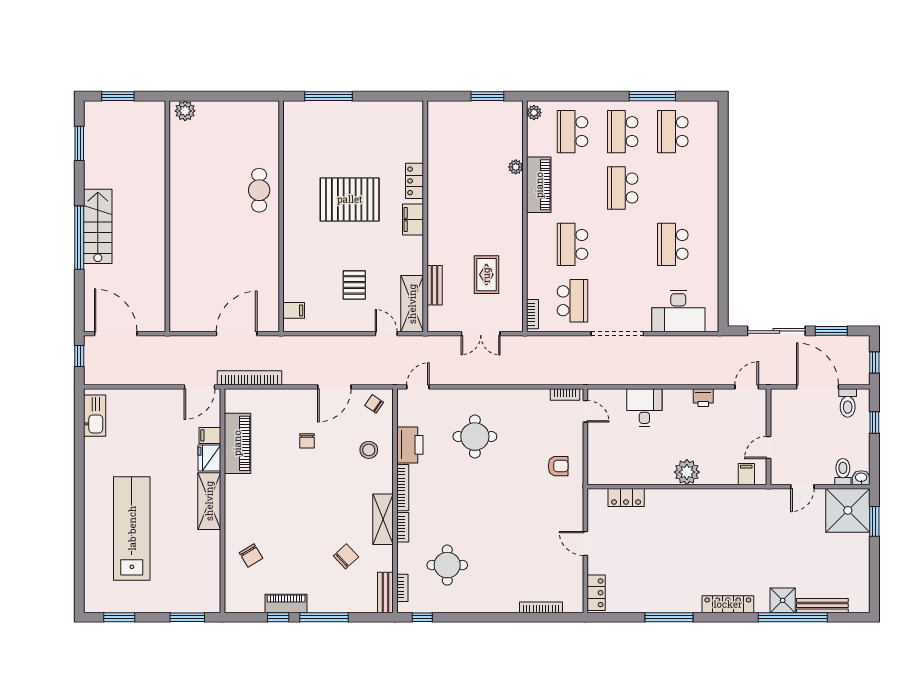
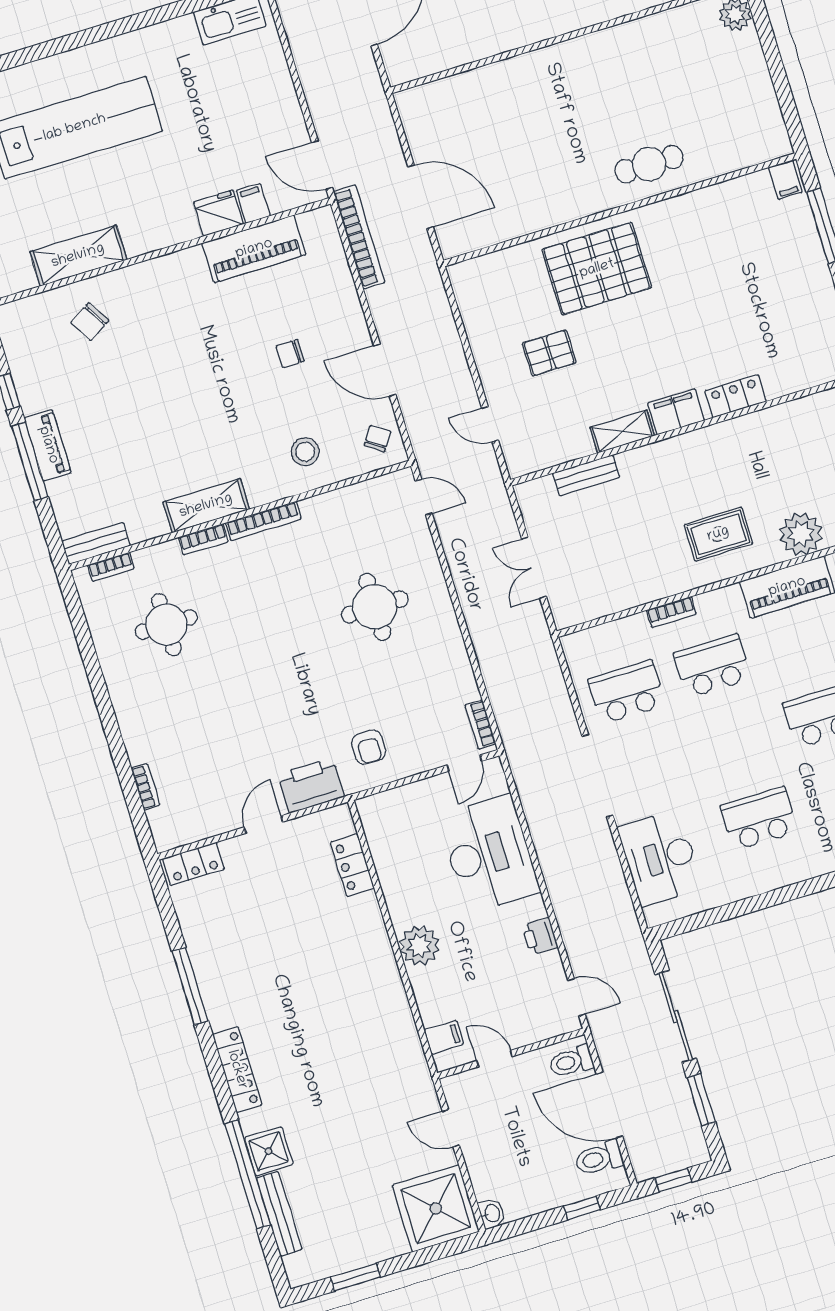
plant: (516, 167) -> (801, 534), width x1.87, depth x1.87
pallet: (350, 199) -> (597, 269), moved, turned 90
rug: (486, 275) -> (718, 534), moved
school desk: (572, 301) -> (627, 692), turned 180
shelving: (412, 304) -> (622, 432), moved, width x0.67, depth x0.75
filing cabinet: (294, 310) -> (785, 180), moved
bookcase: (533, 314) -> (671, 612), moved
door: (386, 334) -> (490, 424), swing flipped
door: (818, 387) -> (610, 1105), swing flipped
desk: (644, 408) -> (489, 854), width x1.87, depth x1.30
printer: (410, 445) -> (311, 785), moved, turned 180
toilet: (843, 472) -> (571, 1062), moved, turned 180
shelving: (209, 501) -> (78, 256), moved
window: (874, 521) -> (355, 1277), moved
chair: (346, 556) -> (133, 467), removed
piano: (286, 604) -> (48, 445), moved
bookcase: (541, 607) -> (146, 787), width x0.64
window: (422, 617) -> (75, 611), removed

